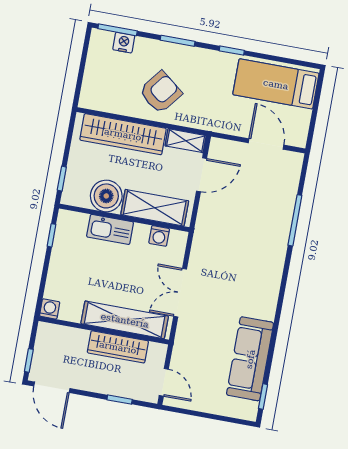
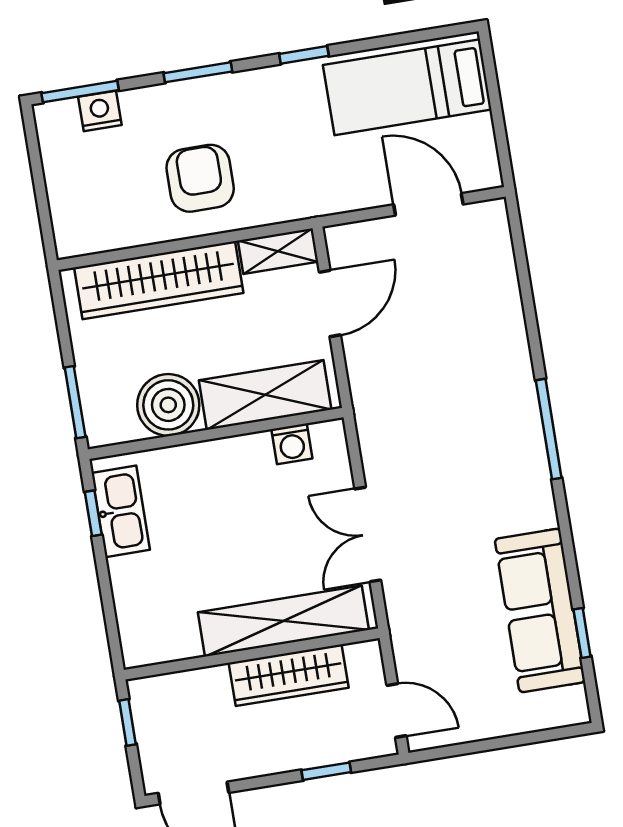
armchair: (160, 92) -> (200, 178), turned -38
window: (62, 179) -> (75, 402), width x1.50
window: (295, 220) -> (549, 429), moved
kitchen sink: (110, 229) -> (121, 511), moved, turned -90
washing machine: (50, 309) -> (138, 650), removed
window: (29, 360) -> (127, 722), moved
window: (263, 397) -> (582, 633), moved

